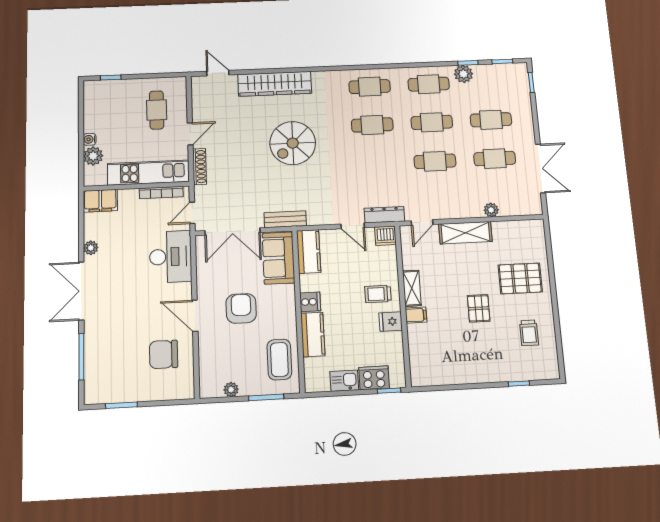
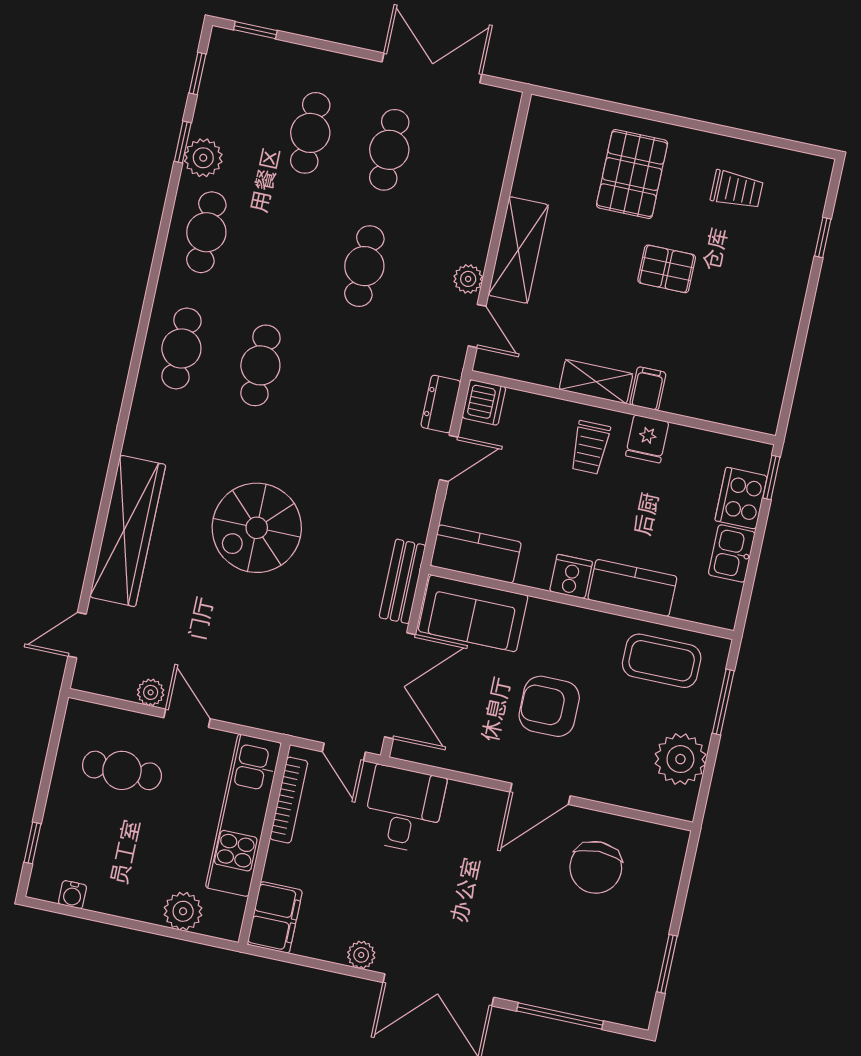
plant: (199, 114) -> (151, 692), added
cafe table: (432, 122) -> (285, 249), removed
water cooler: (90, 139) -> (72, 895), moved
spiral stairs: (293, 143) -> (257, 528), turned 90
shoe rack: (199, 167) -> (257, 716), removed
plant: (491, 210) -> (468, 279), moved
dresser: (384, 215) -> (441, 404), width x0.70
desk: (171, 257) -> (404, 809), width x0.73
plant: (231, 390) -> (680, 759), width x1.87, depth x1.87

